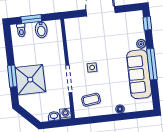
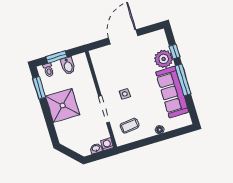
window: (147, 23) -> (174, 52), moved
plant: (141, 44) -> (164, 59), width x1.88, depth x1.88
window: (12, 76) -> (39, 88), moved
shower: (30, 80) -> (63, 105), moved

